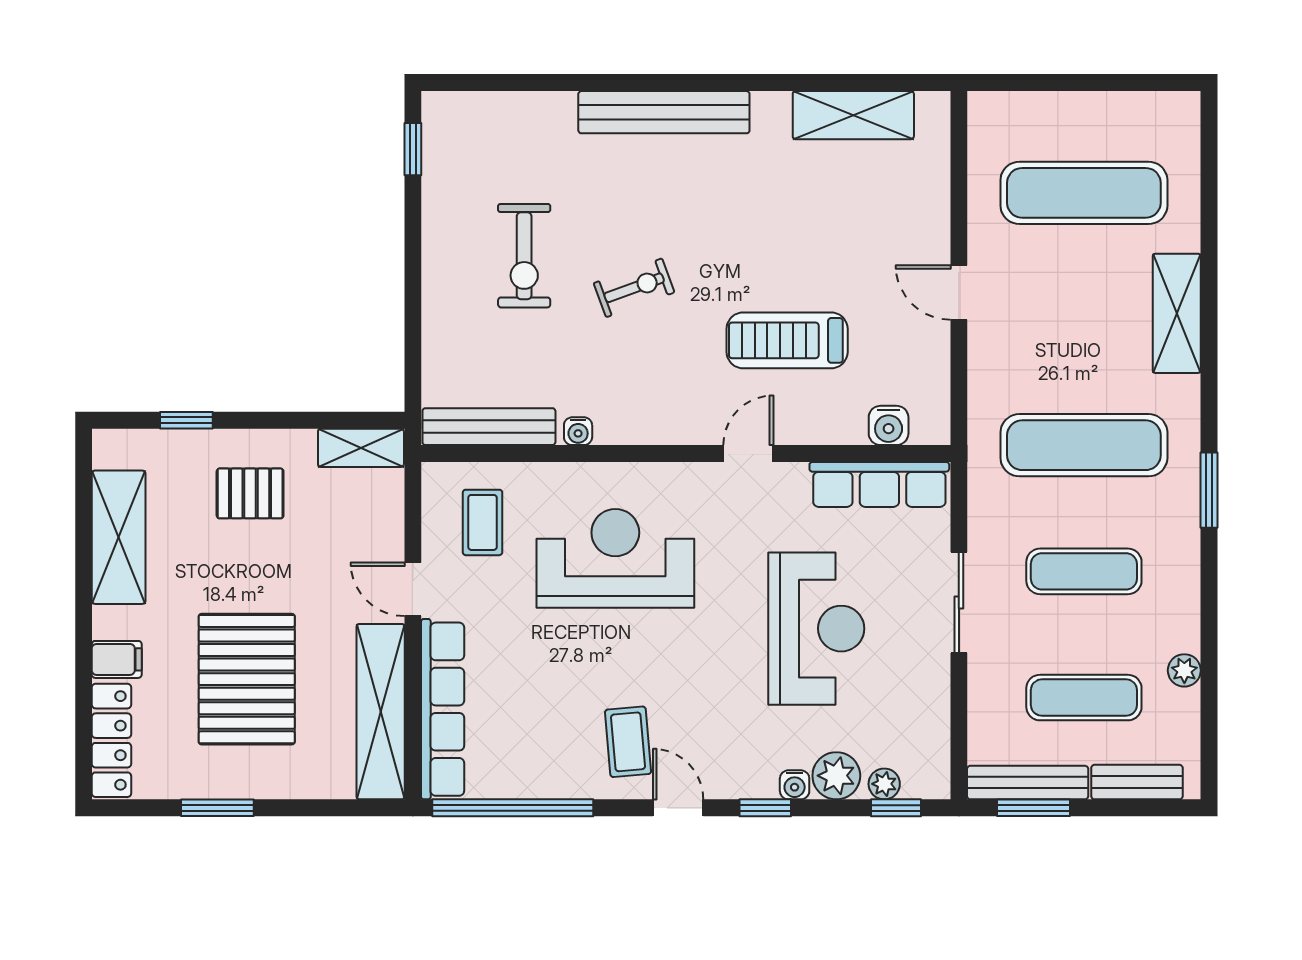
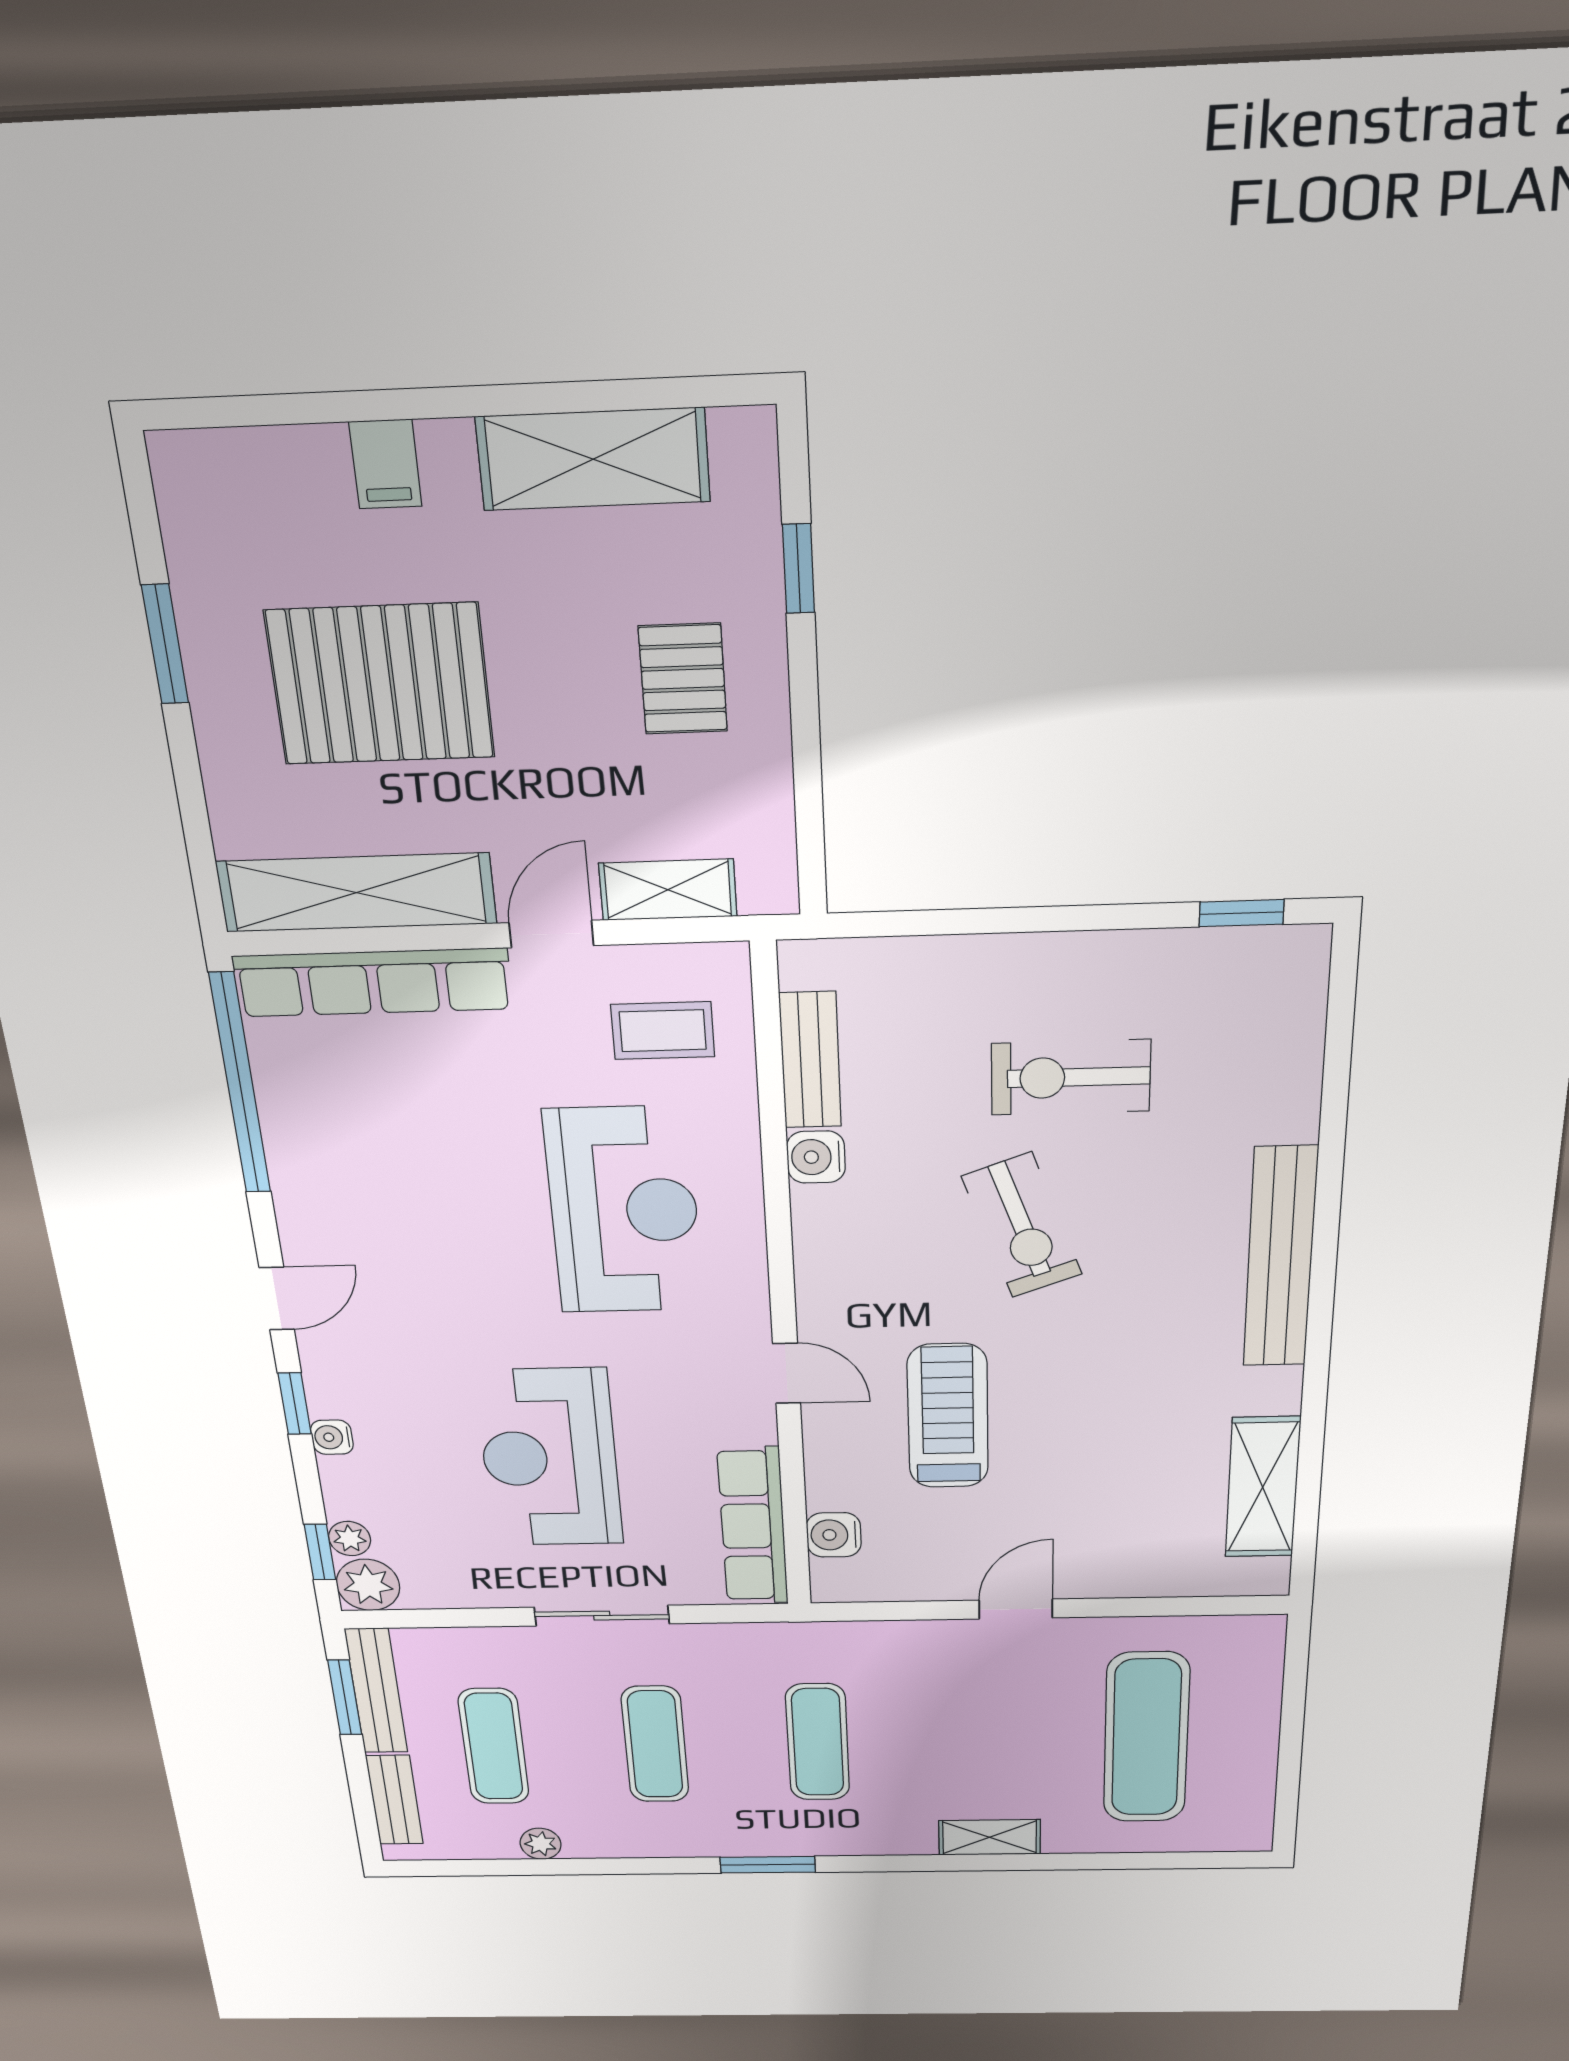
exercise bike: (634, 288) -> (1022, 1225), width x1.38, depth x1.39
shelving: (1177, 313) -> (990, 1837), width x0.67, depth x0.75
bench: (489, 427) -> (810, 1060), width x0.73
water cooler: (578, 431) -> (816, 1157), width x1.38, depth x1.38
exercise mat: (1084, 445) -> (818, 1742), width x0.73, depth x0.69
shelving: (361, 448) -> (668, 890), moved, turned 90
reception desk: (816, 629) -> (549, 1458), turned 90
locker: (111, 740) -> (248, 461), removed
coffee table: (628, 742) -> (361, 1234), removed
plant: (836, 776) -> (368, 1585), moved

